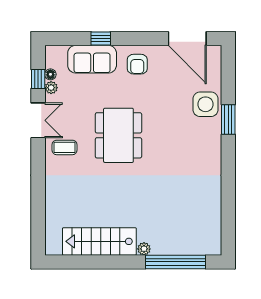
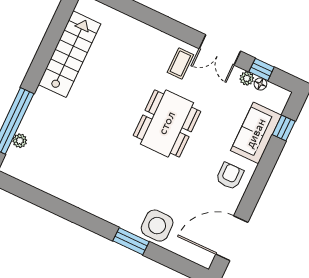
window: (101, 38) -> (284, 128), moved
armchair: (137, 64) -> (230, 176), turned 90
dining table: (118, 135) -> (167, 123), turned 90
plant: (144, 249) -> (20, 141), moved

